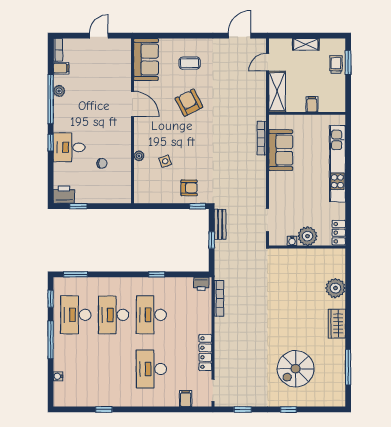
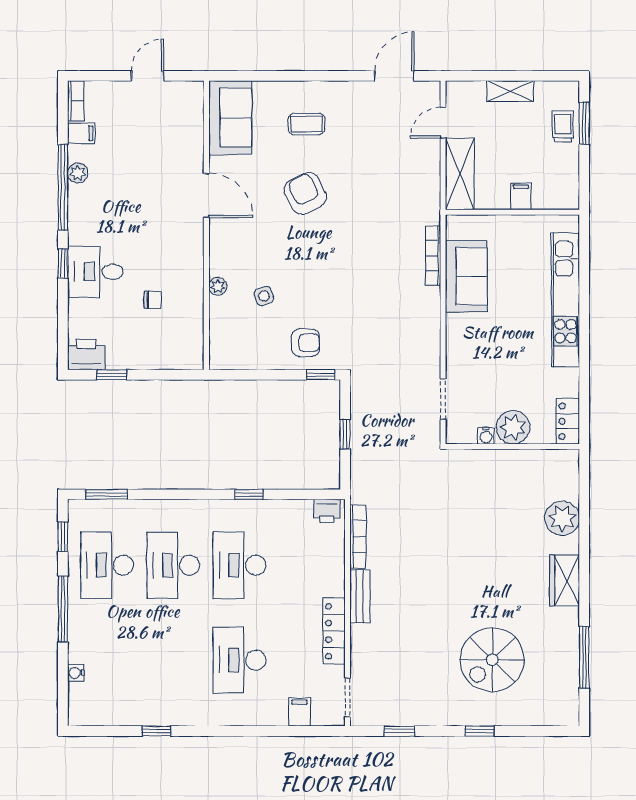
bench: (220, 224) -> (360, 596), moved

